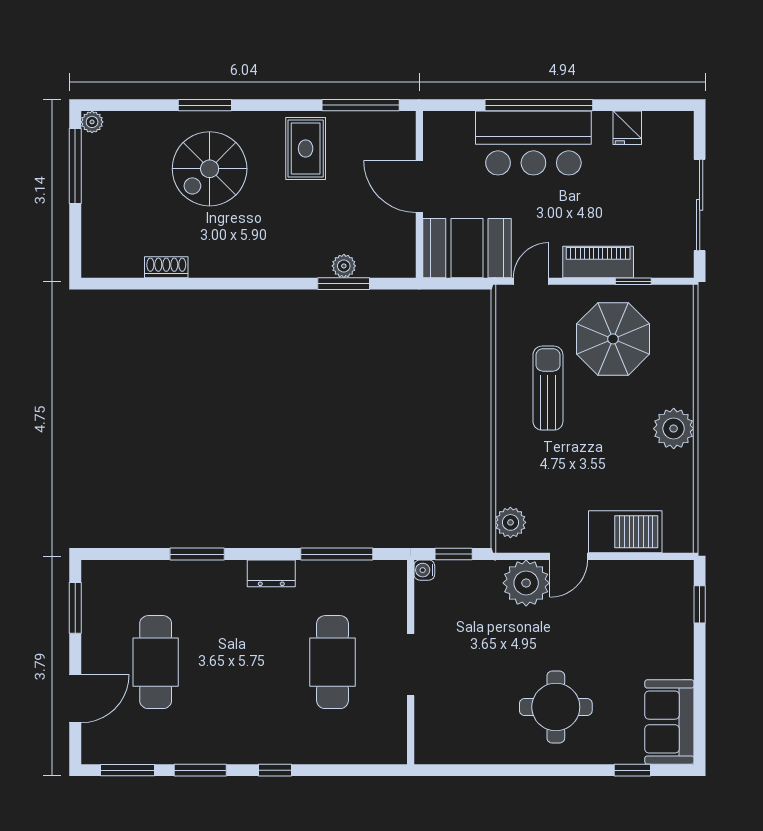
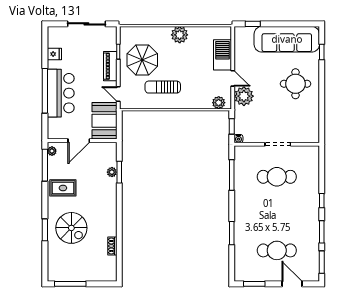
plant: (92, 122) -> (52, 151), moved
dresser: (271, 573) -> (240, 202), removed
sofa: (669, 722) -> (287, 39), width x1.85, depth x1.27

